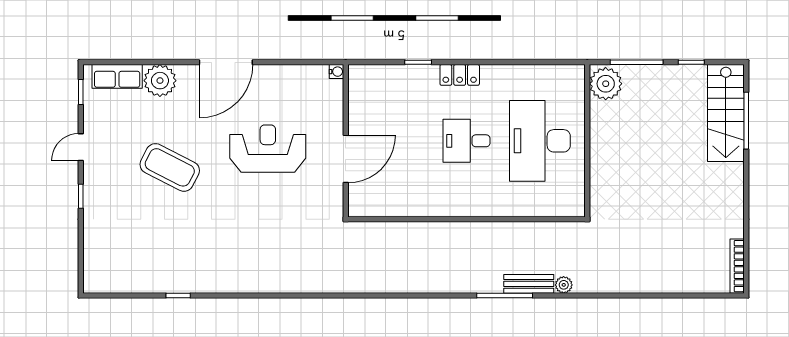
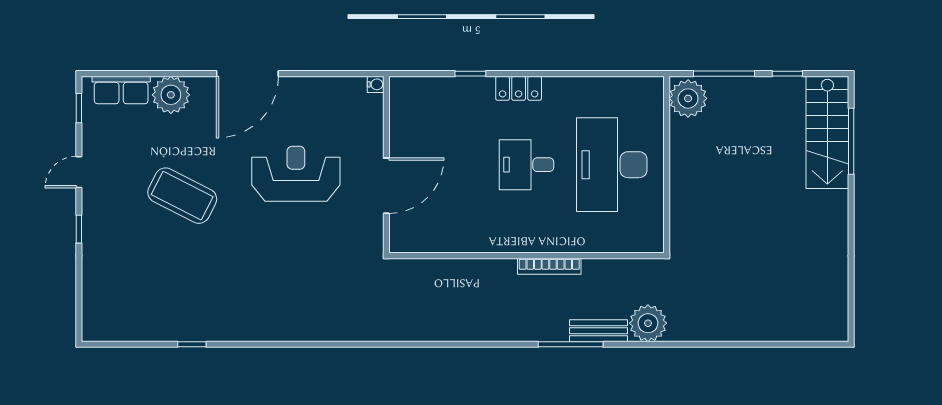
bookcase: (737, 266) -> (549, 266), moved, turned -90
plant: (564, 285) -> (648, 323), width x1.87, depth x1.87

